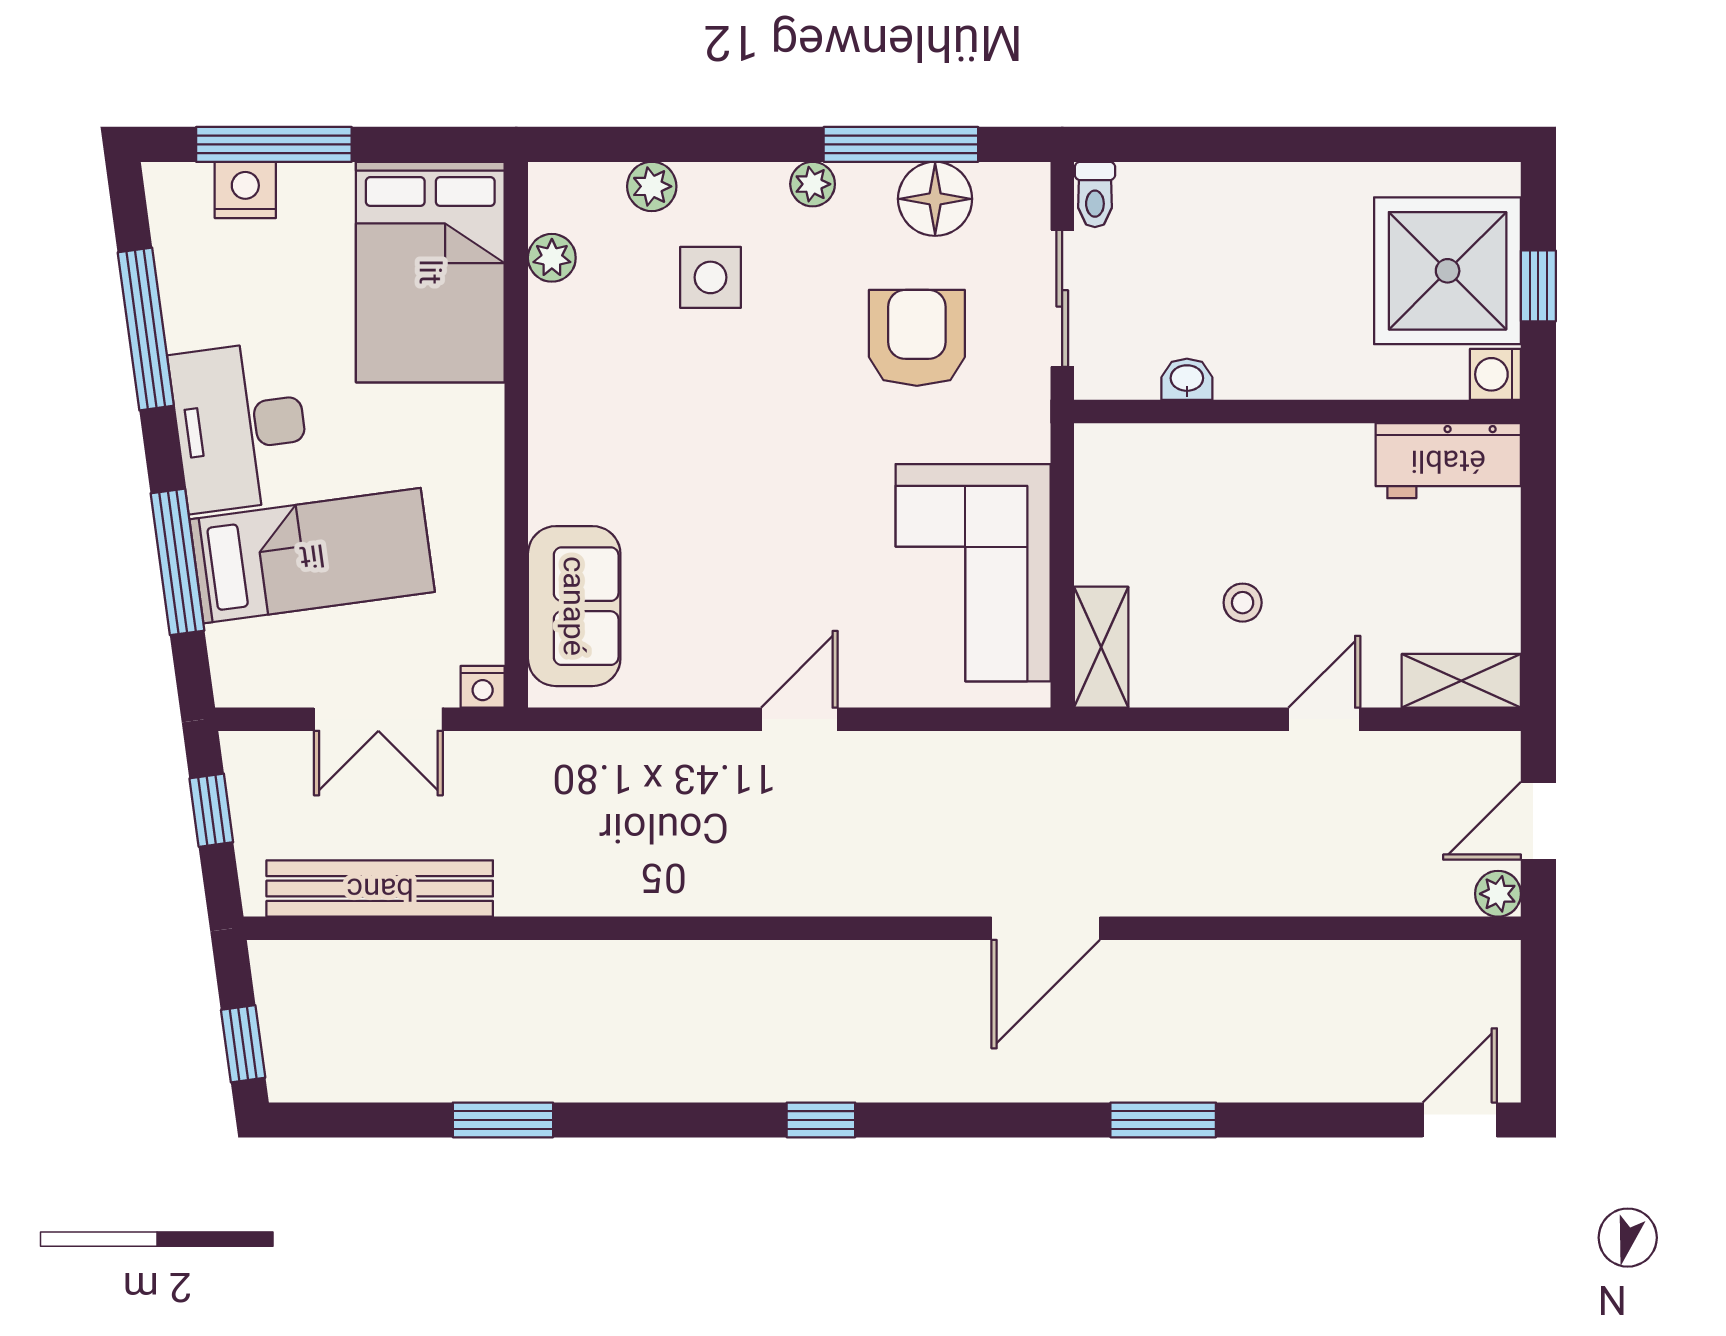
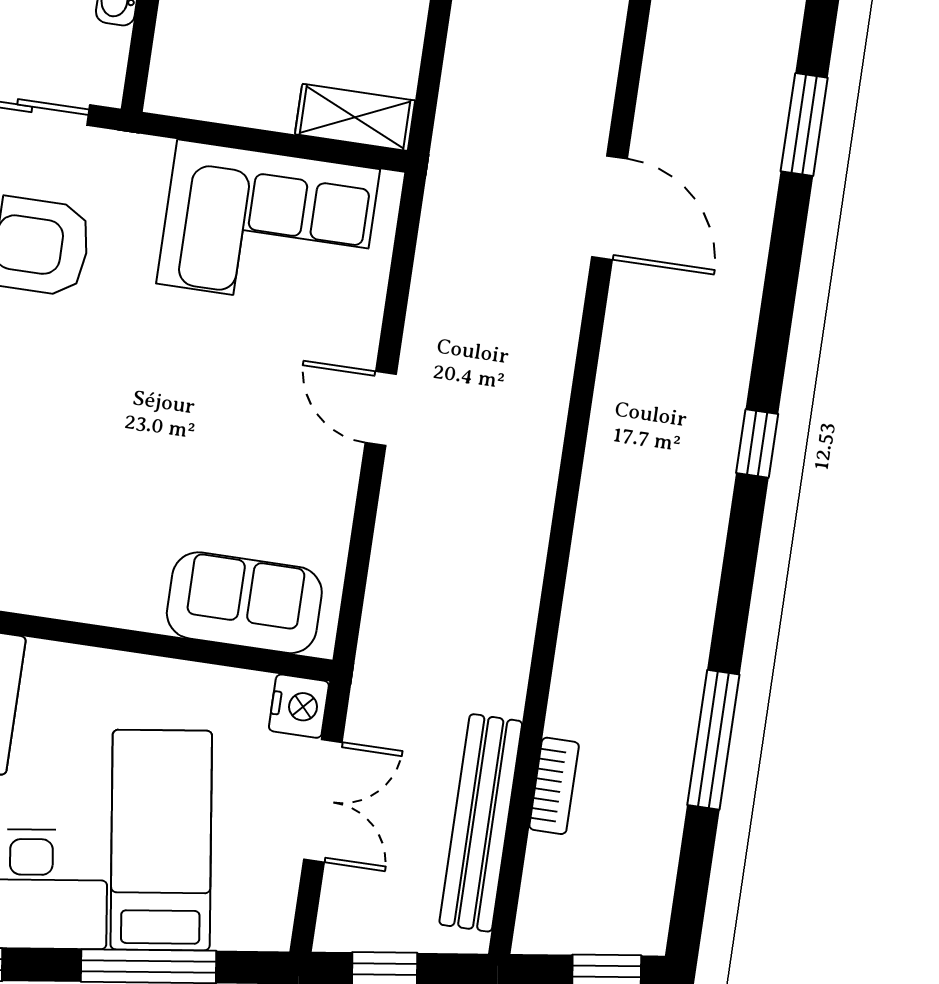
nightstand: (483, 687) -> (299, 706), width x1.39, depth x1.35
bookcase: (430, 960) -> (554, 786), added
window: (503, 1120) -> (713, 740), width x1.44

